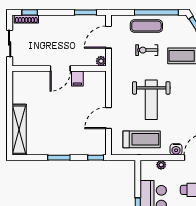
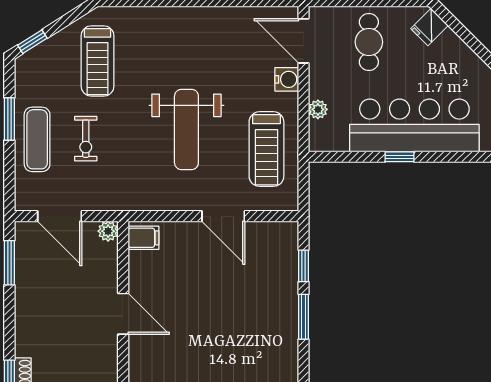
window: (156, 12) -> (9, 119), width x0.47
filing cabinet: (77, 79) -> (143, 238), moved
weight bench: (151, 100) -> (186, 129), turned 90
treadmill: (142, 139) -> (266, 149), turned 180
window: (96, 158) -> (304, 266), moved

